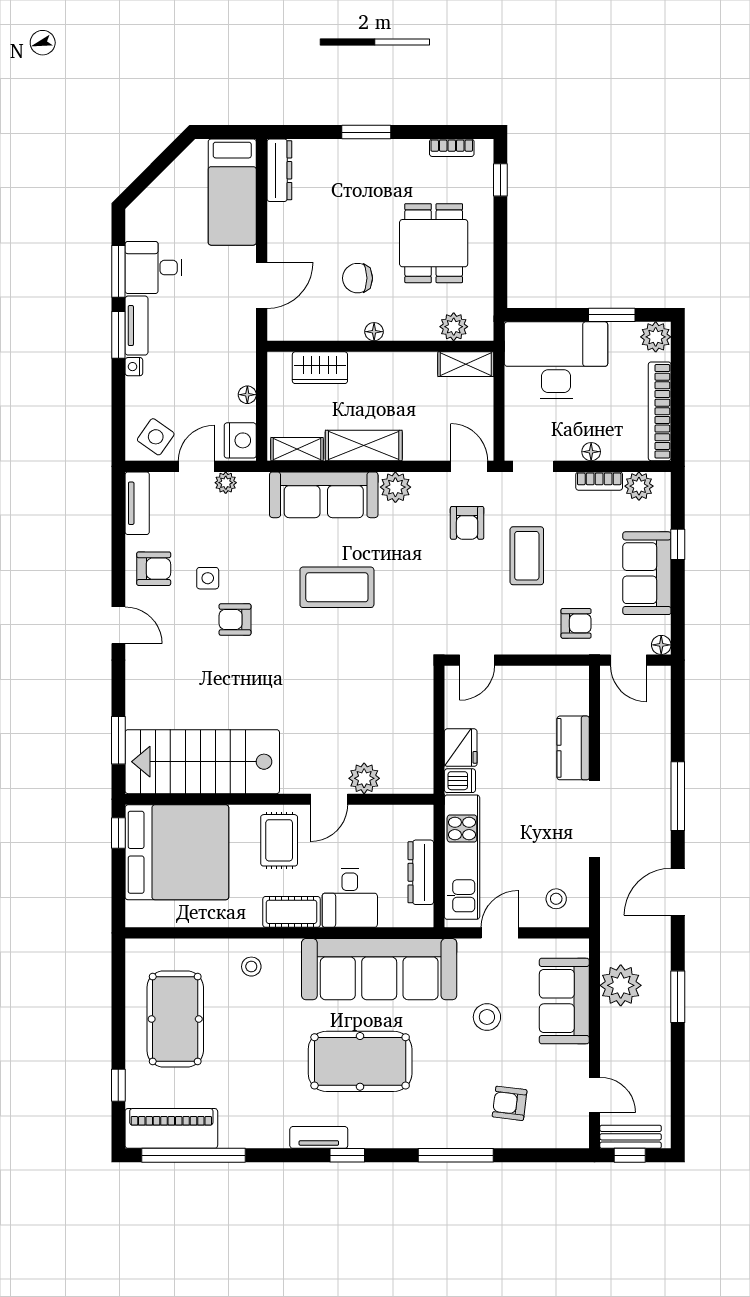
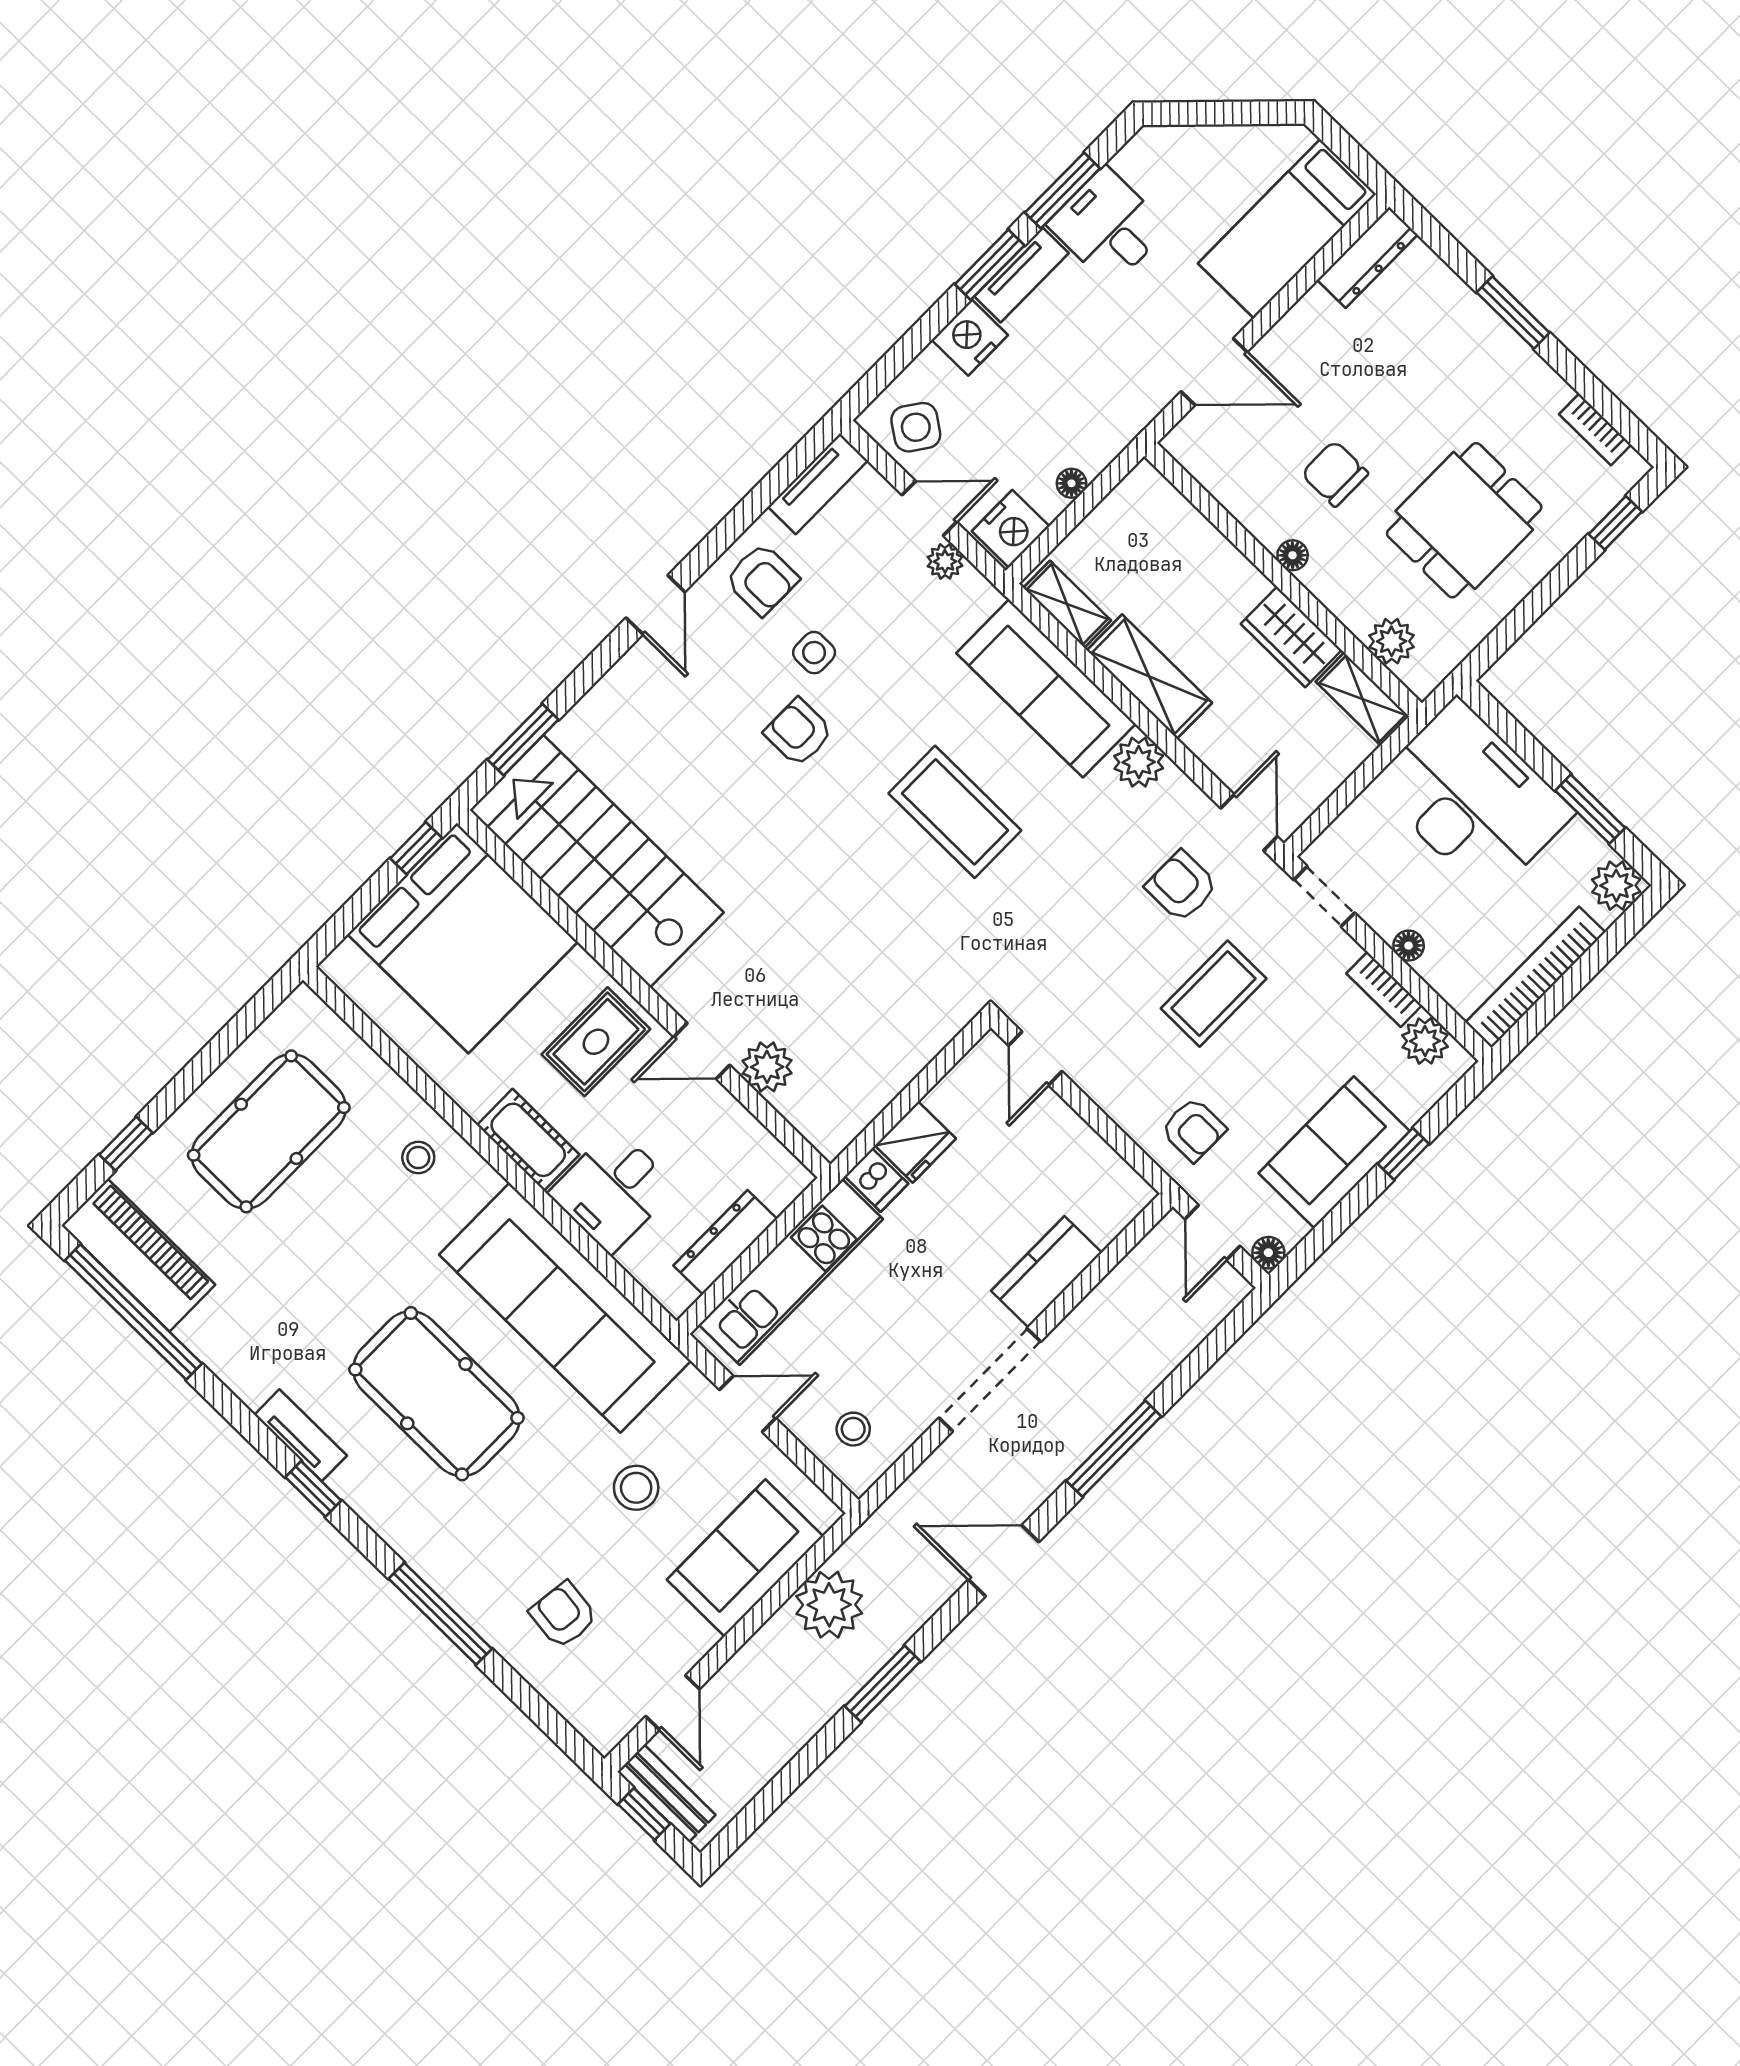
nightstand: (134, 367) -> (970, 337), width x1.89, depth x1.79
wardrobe: (320, 368) -> (1291, 637), moved
armchair: (467, 523) -> (1181, 886), turned 90
door: (477, 660) -> (1035, 1058), hinge flipped

